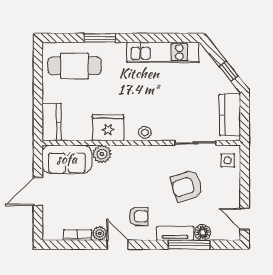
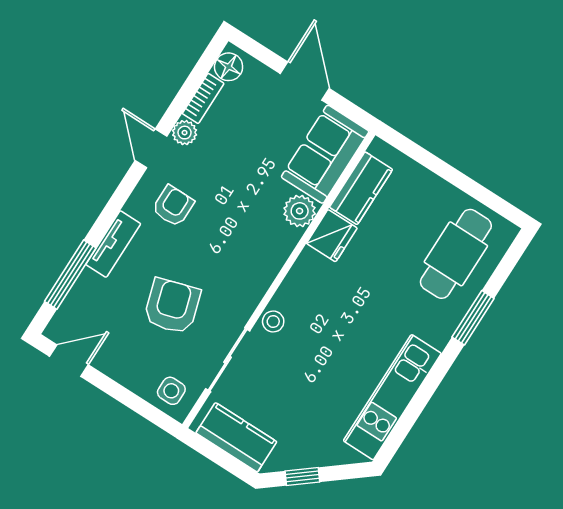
kitchen counter: (52, 122) -> (361, 188), moved, turned -90
fridge: (108, 128) -> (332, 236), width x0.73, depth x0.75
stool: (145, 132) -> (273, 321), moved
armchair: (138, 216) -> (173, 206), turned 180
floor lamp: (203, 232) -> (229, 67), moved
door: (117, 245) -> (151, 148), swing flipped
window: (189, 245) -> (70, 275), moved

